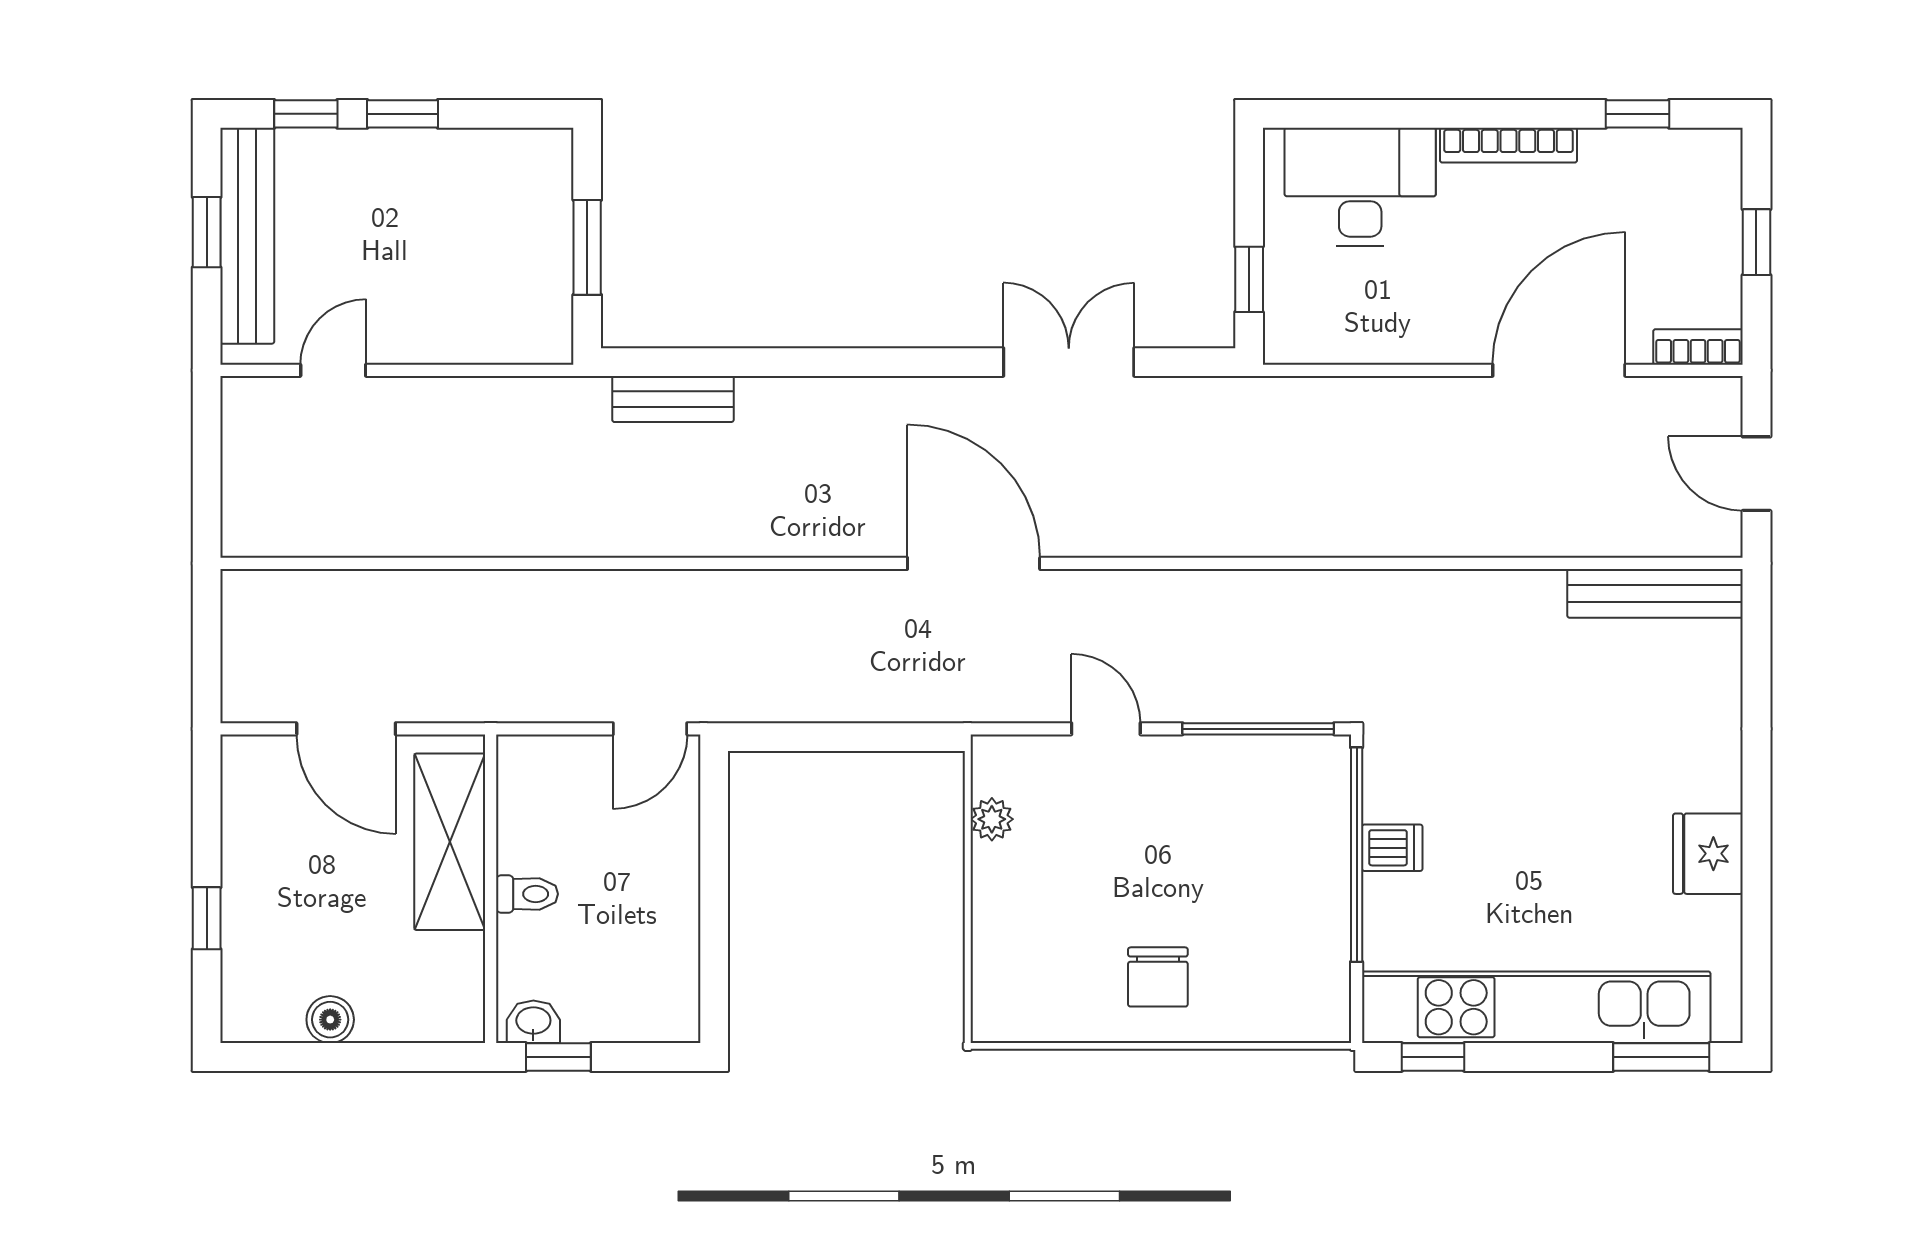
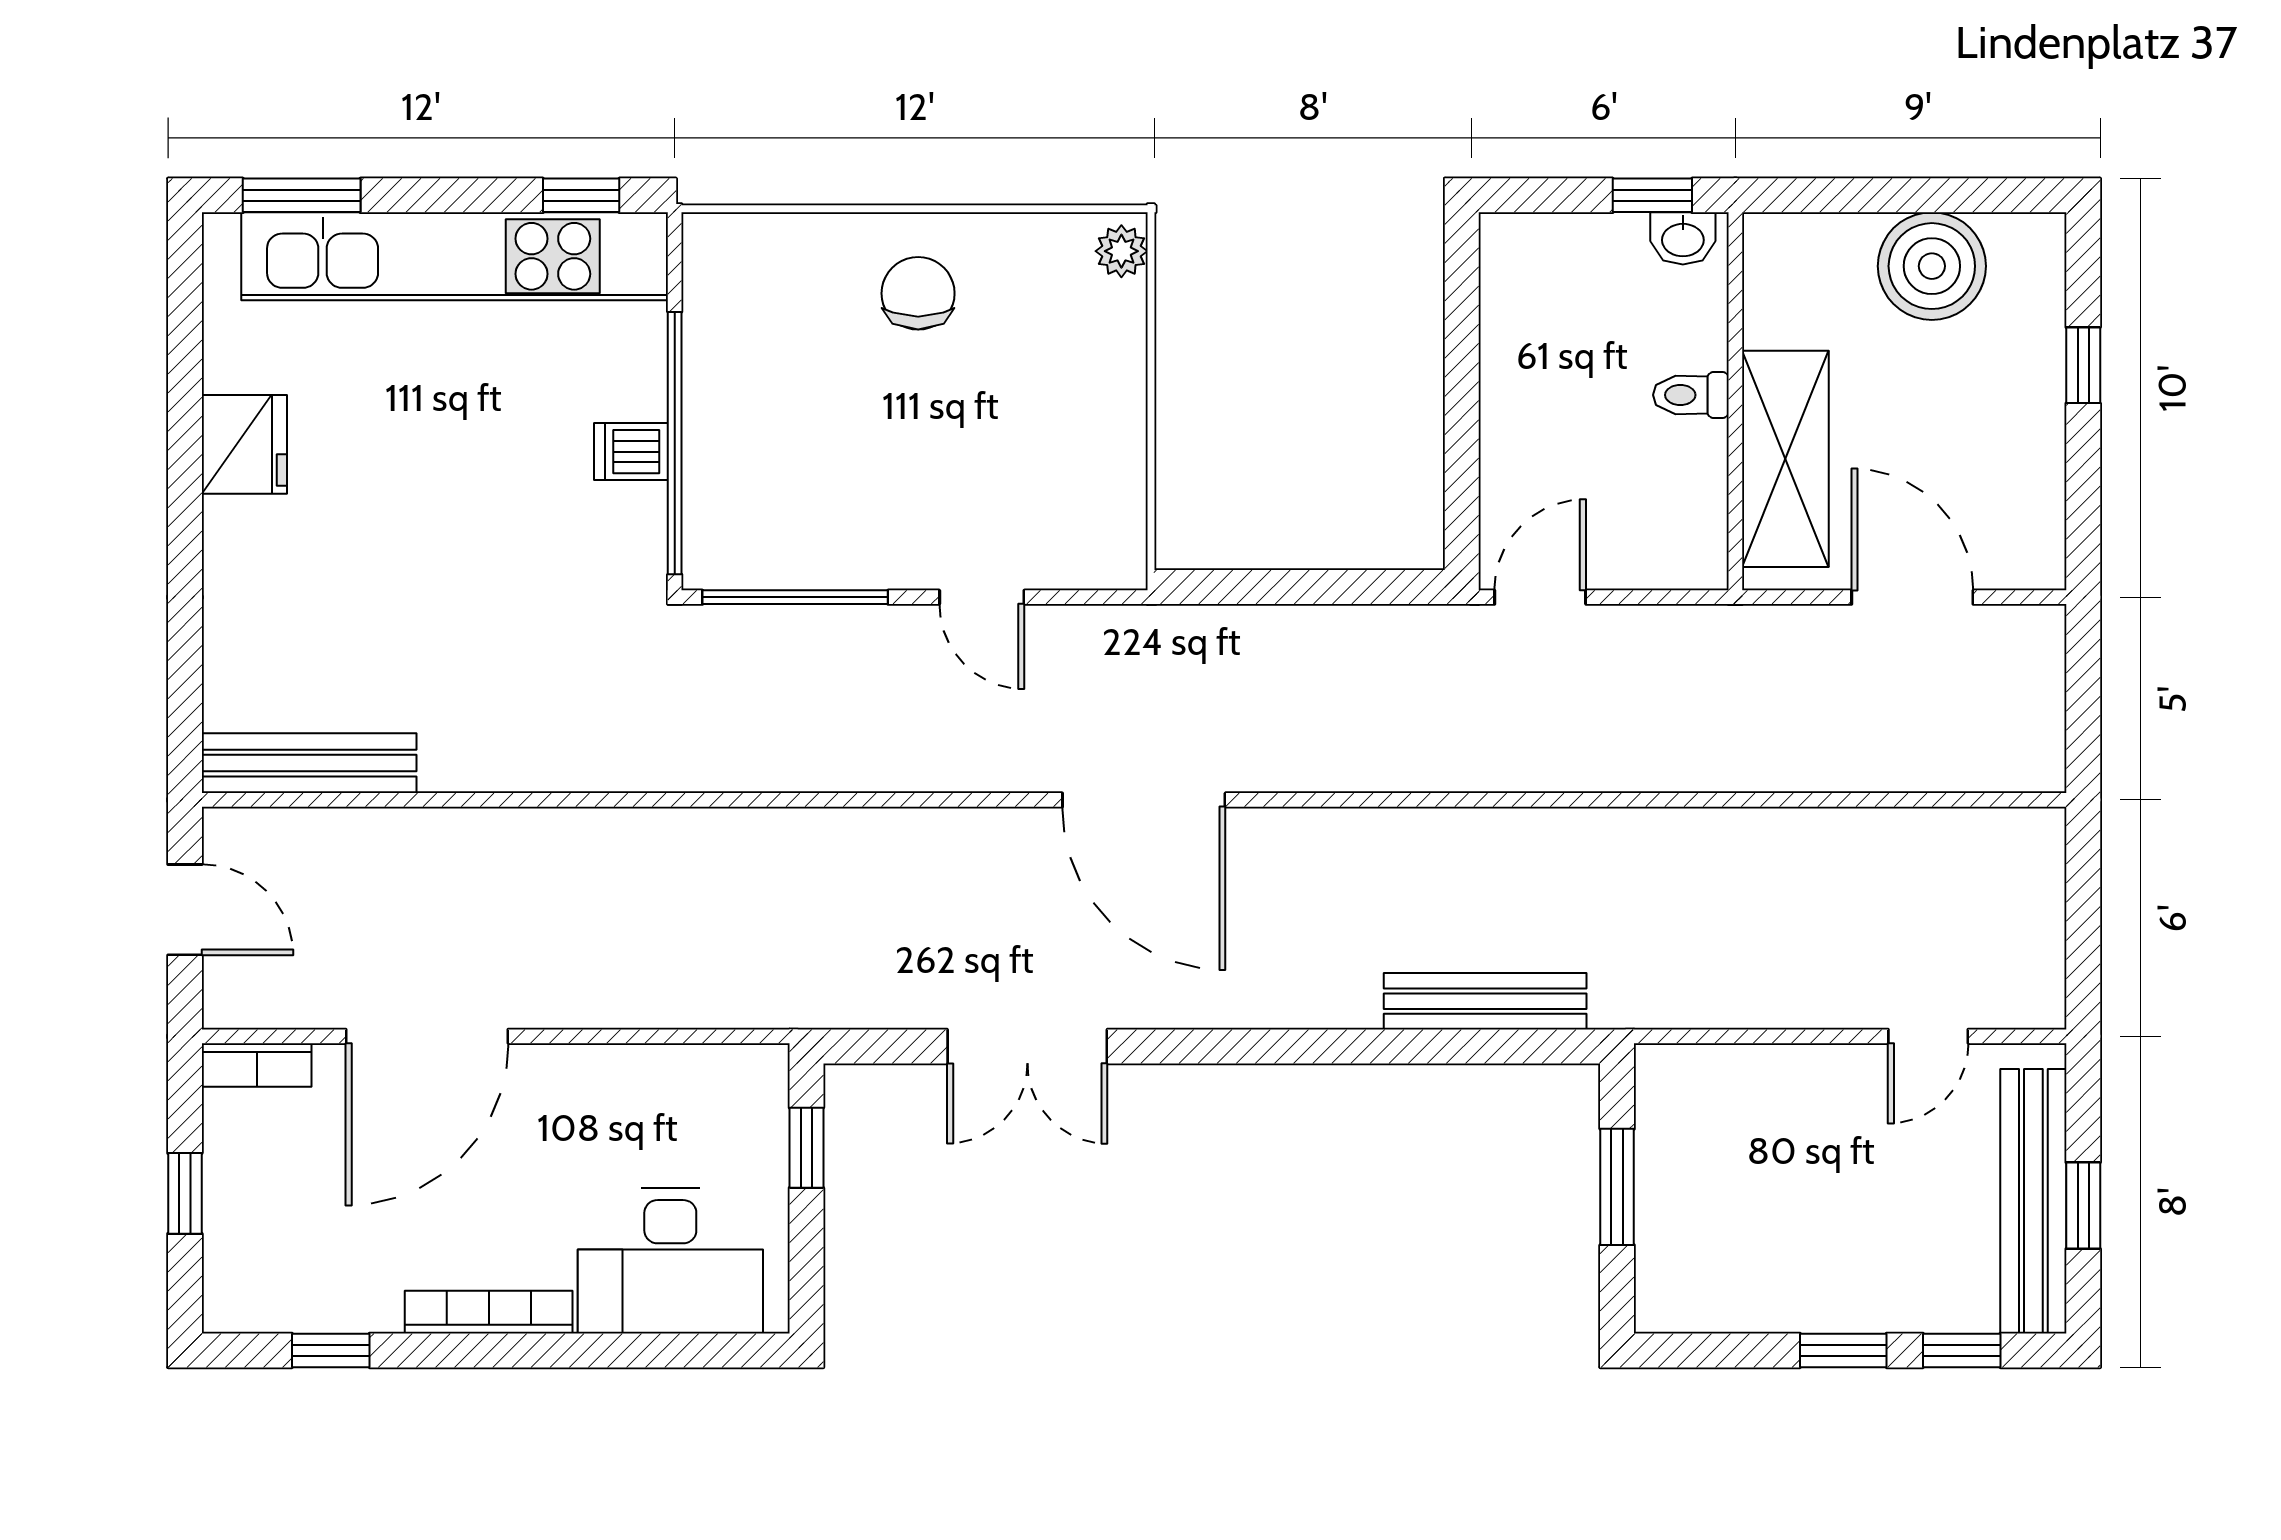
bench: (673, 399) -> (1485, 1001), width x1.36
plant: (992, 819) -> (1121, 251), moved
boiler: (330, 1020) -> (1932, 266), width x1.86, depth x1.86

